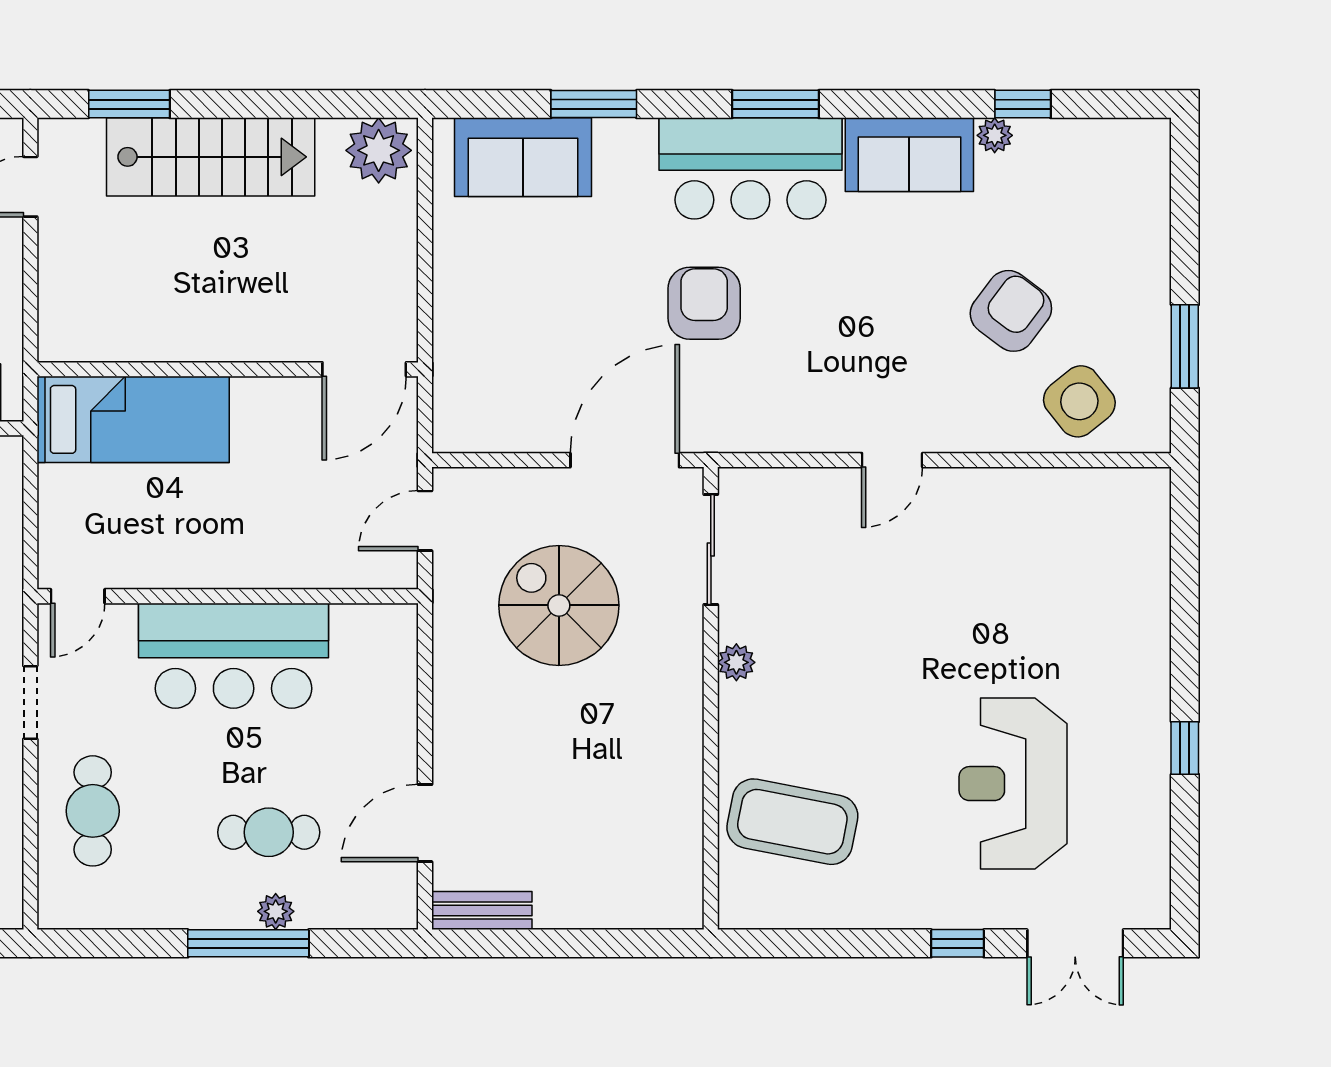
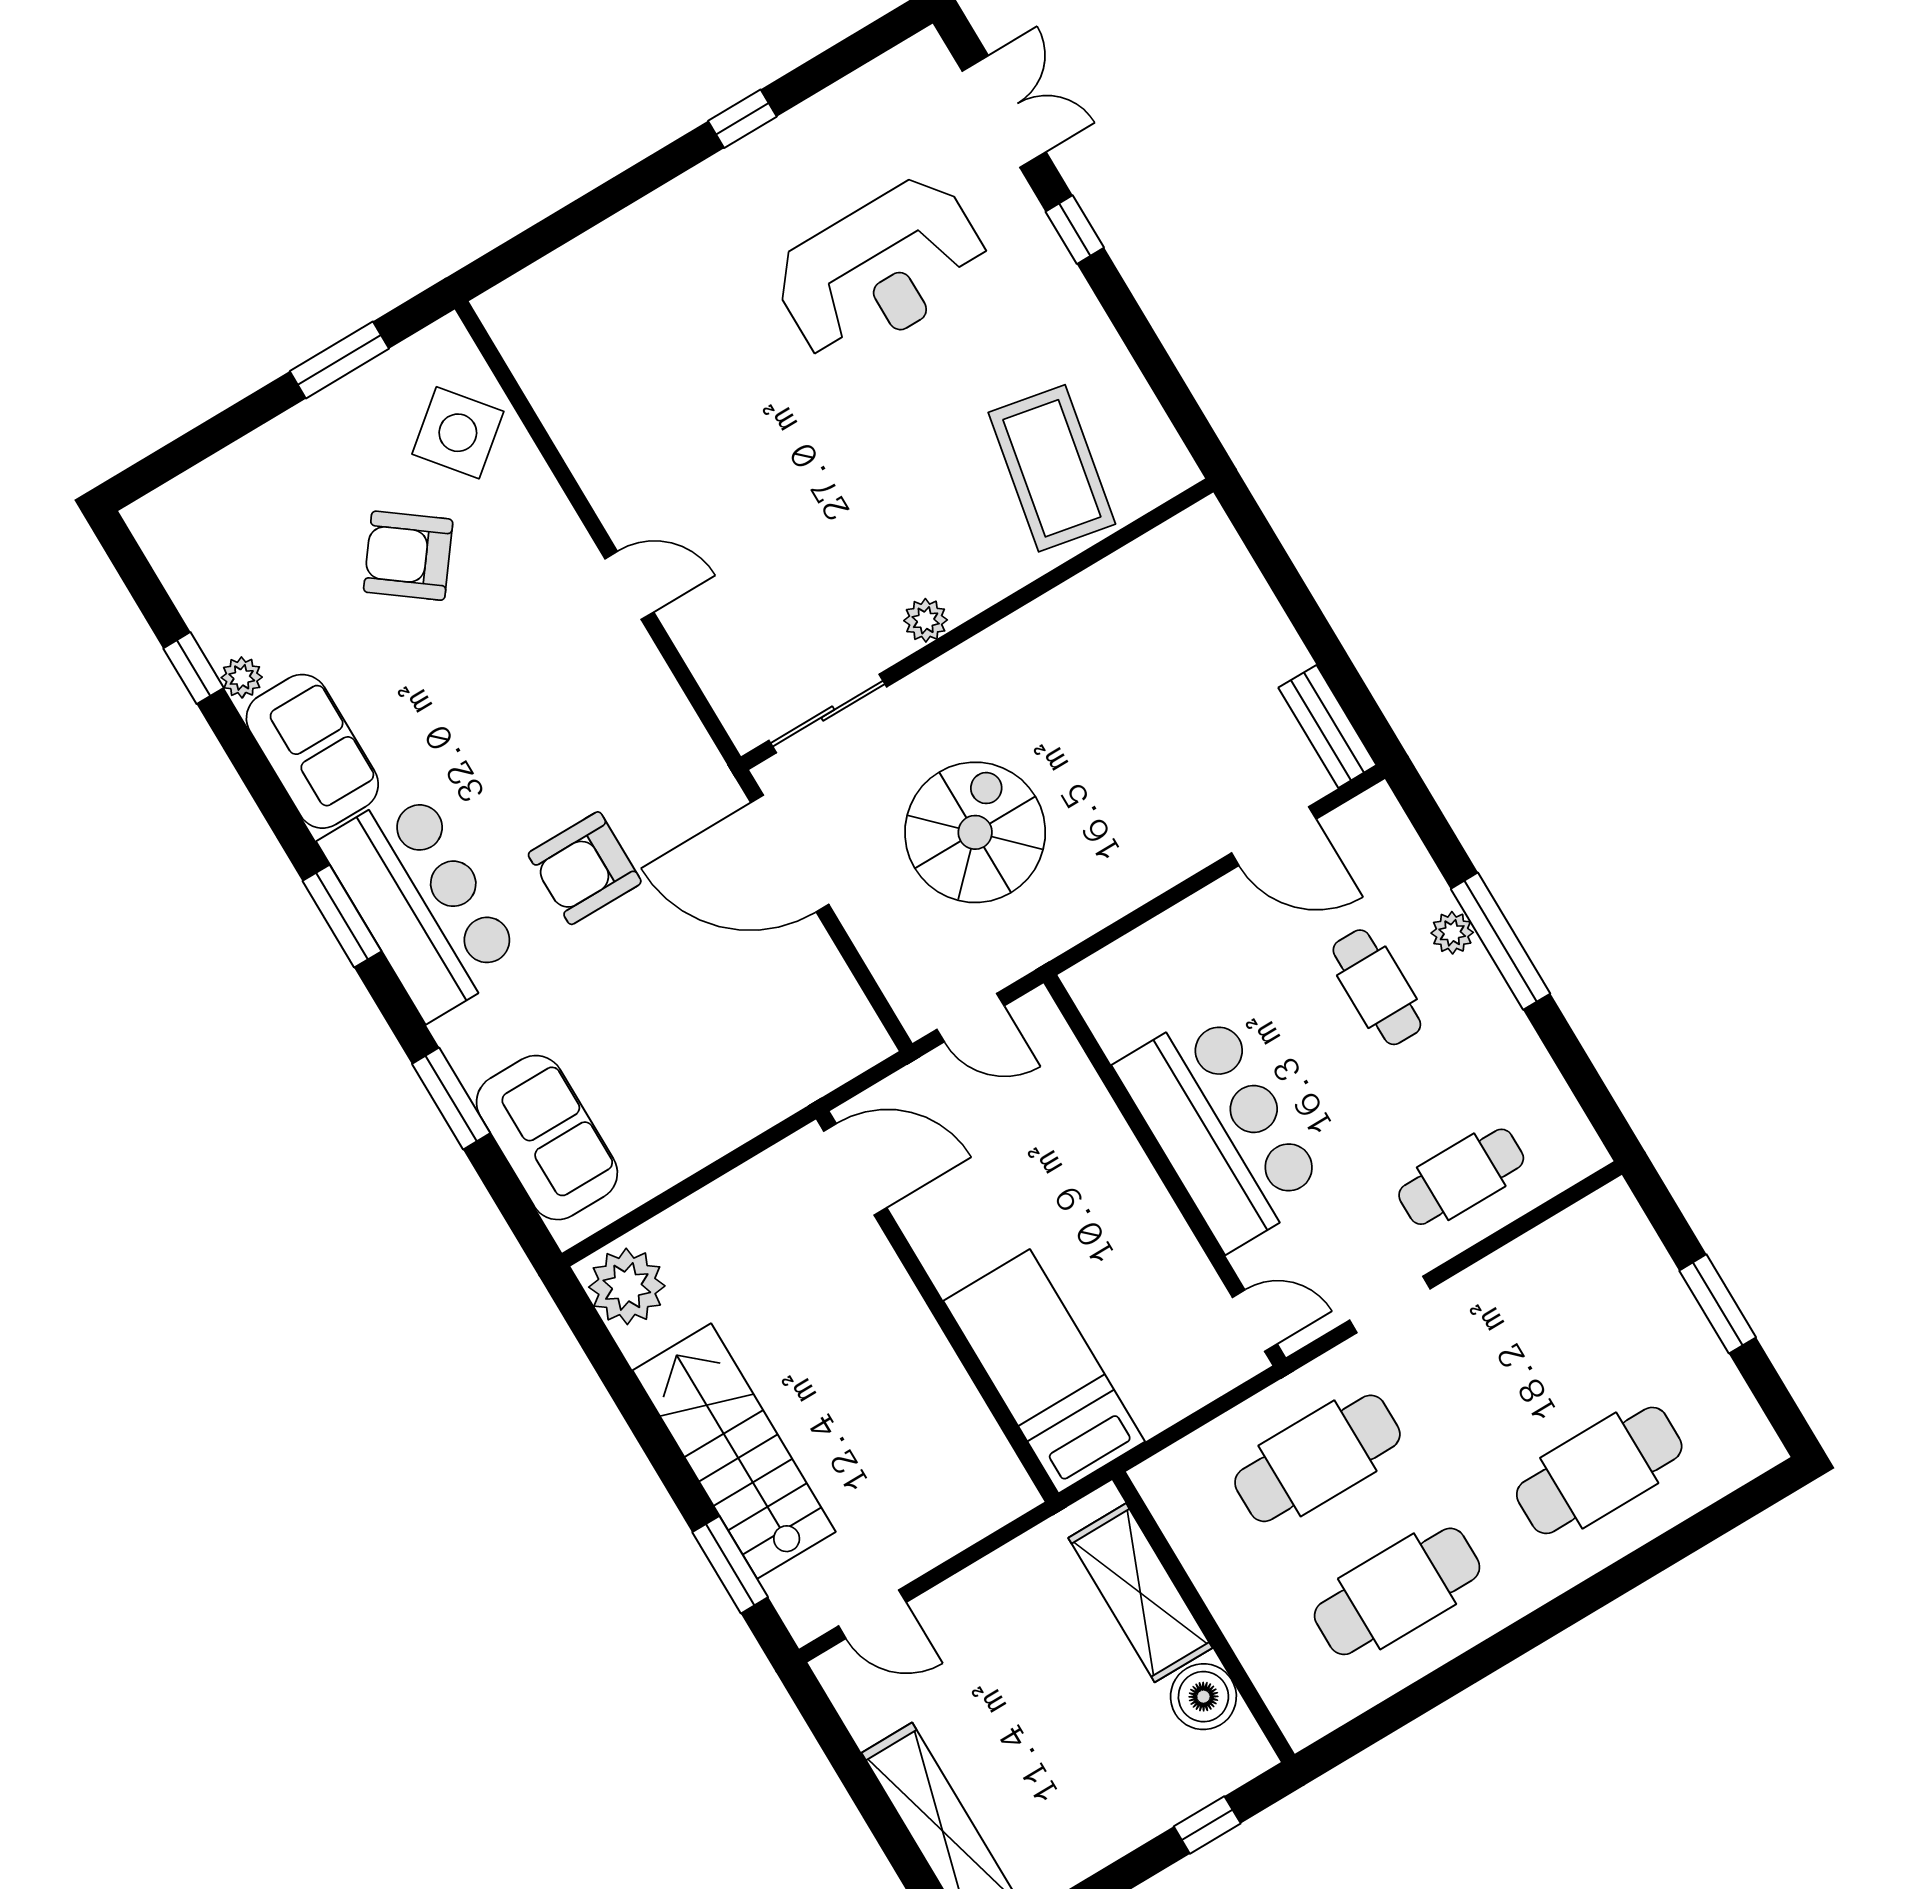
spiral stairs: (559, 605) -> (975, 832), turned 180

